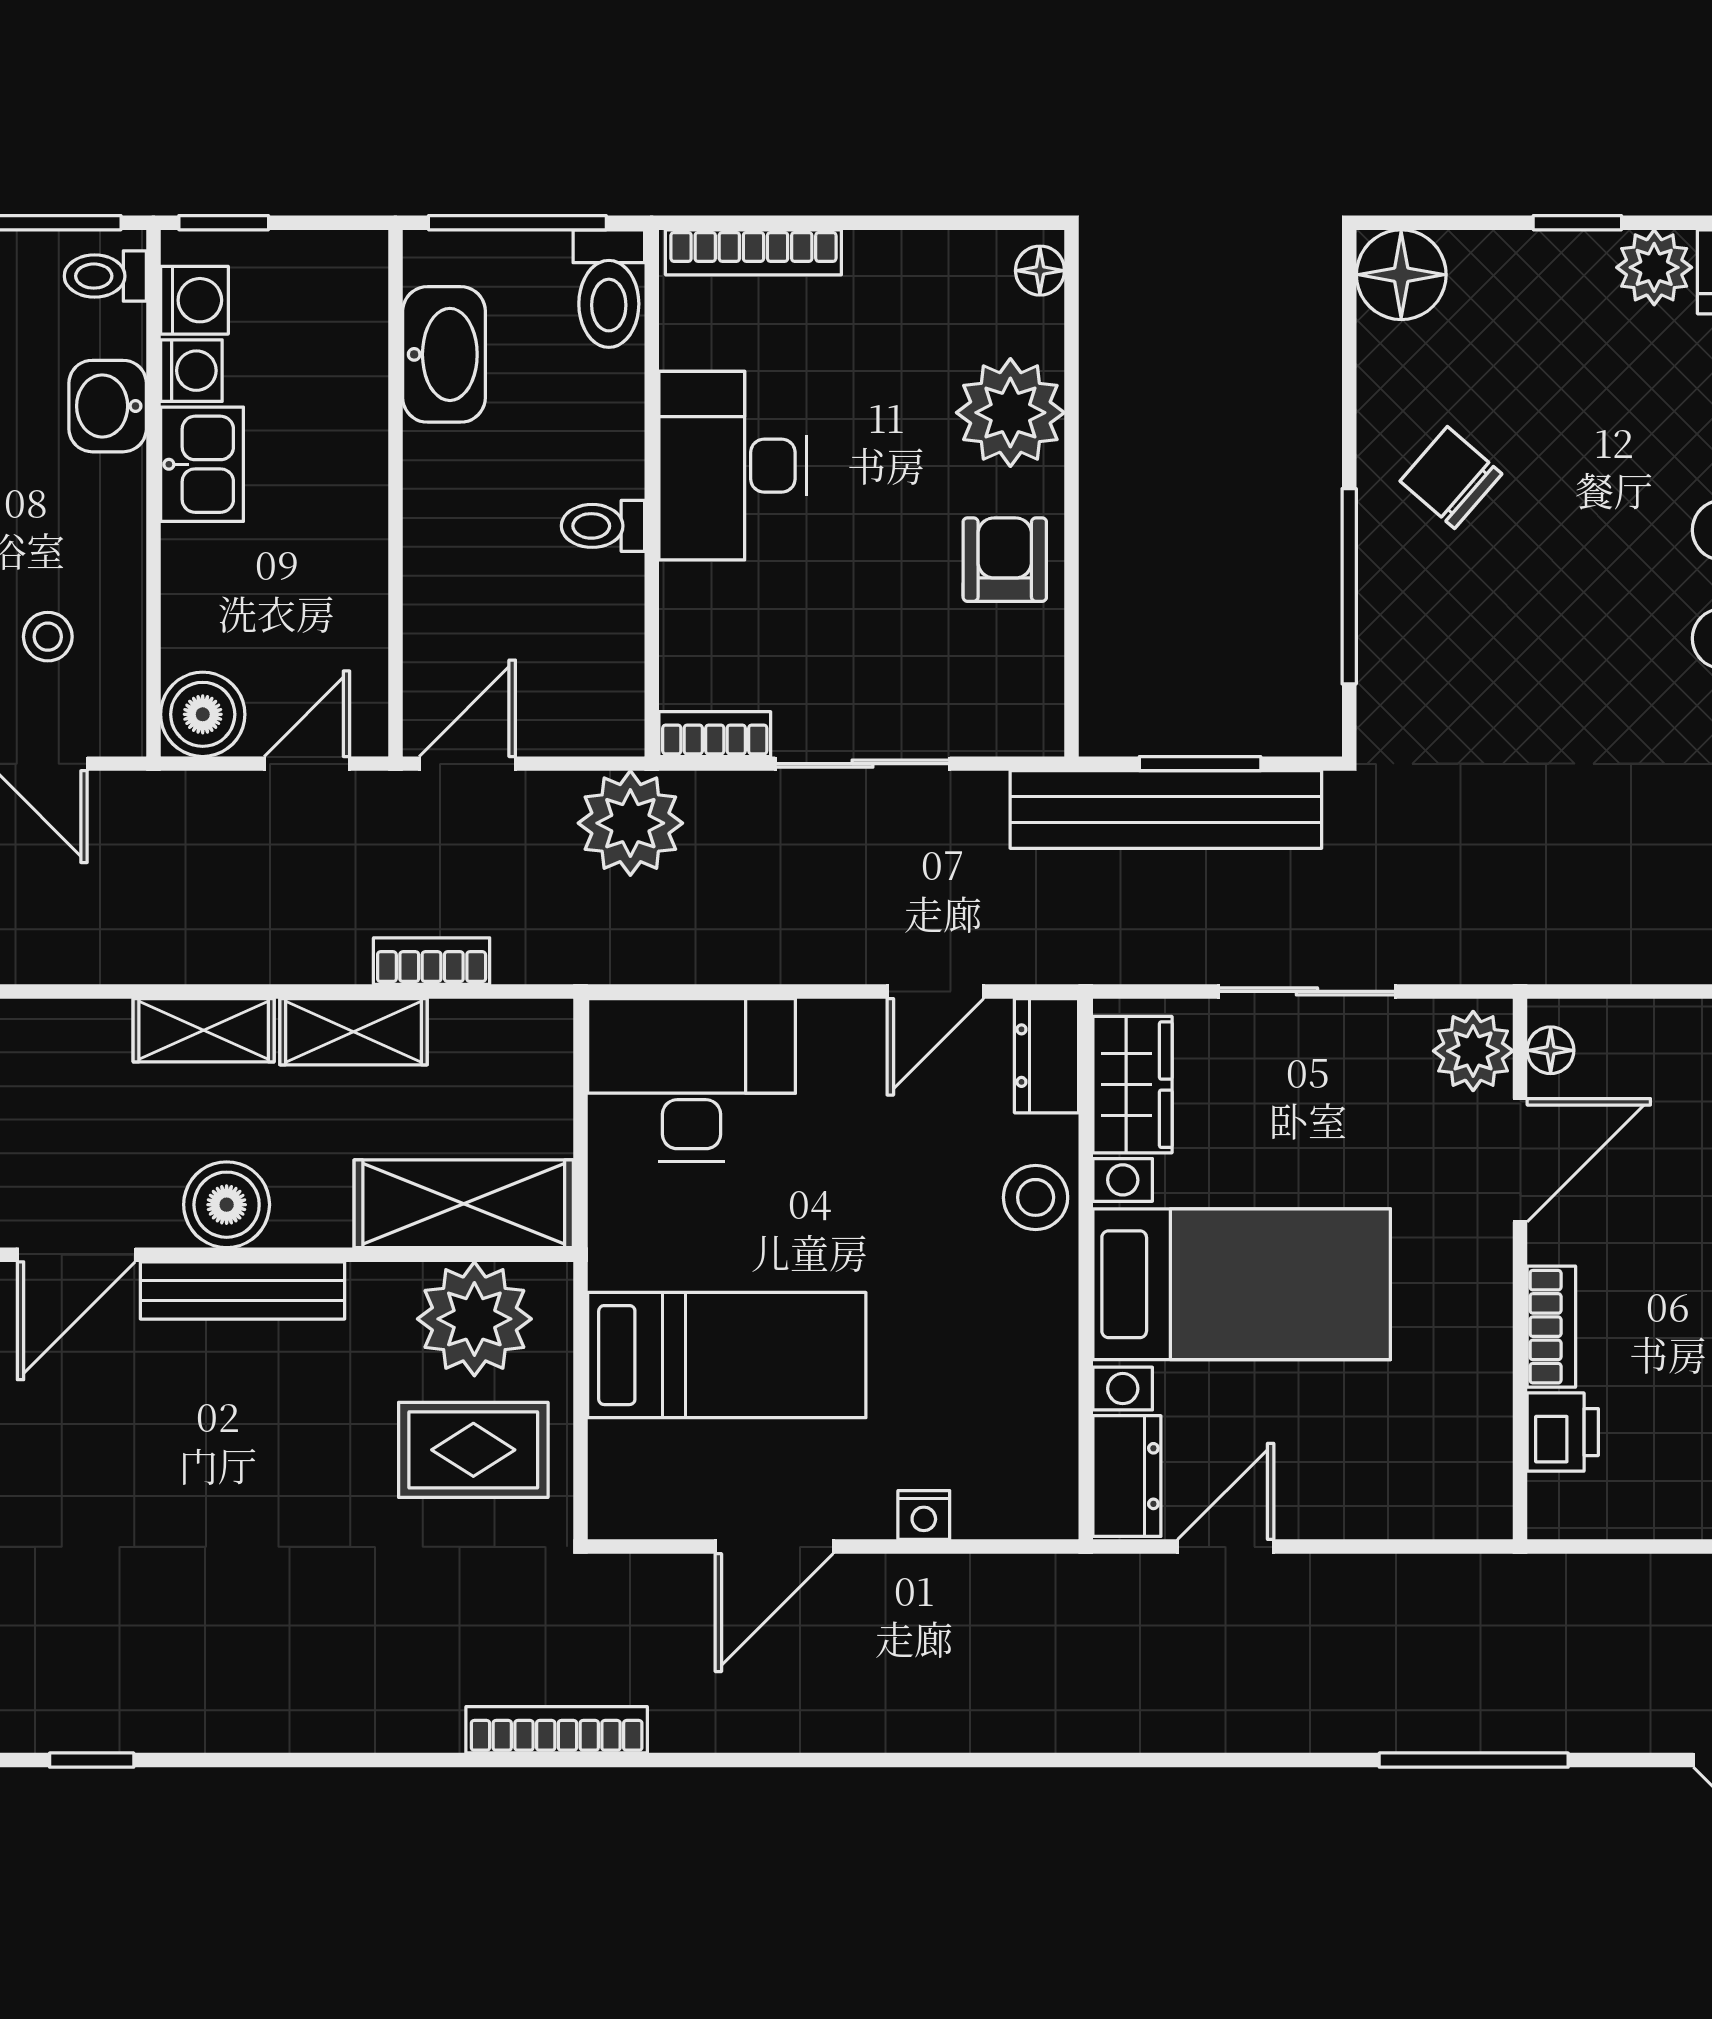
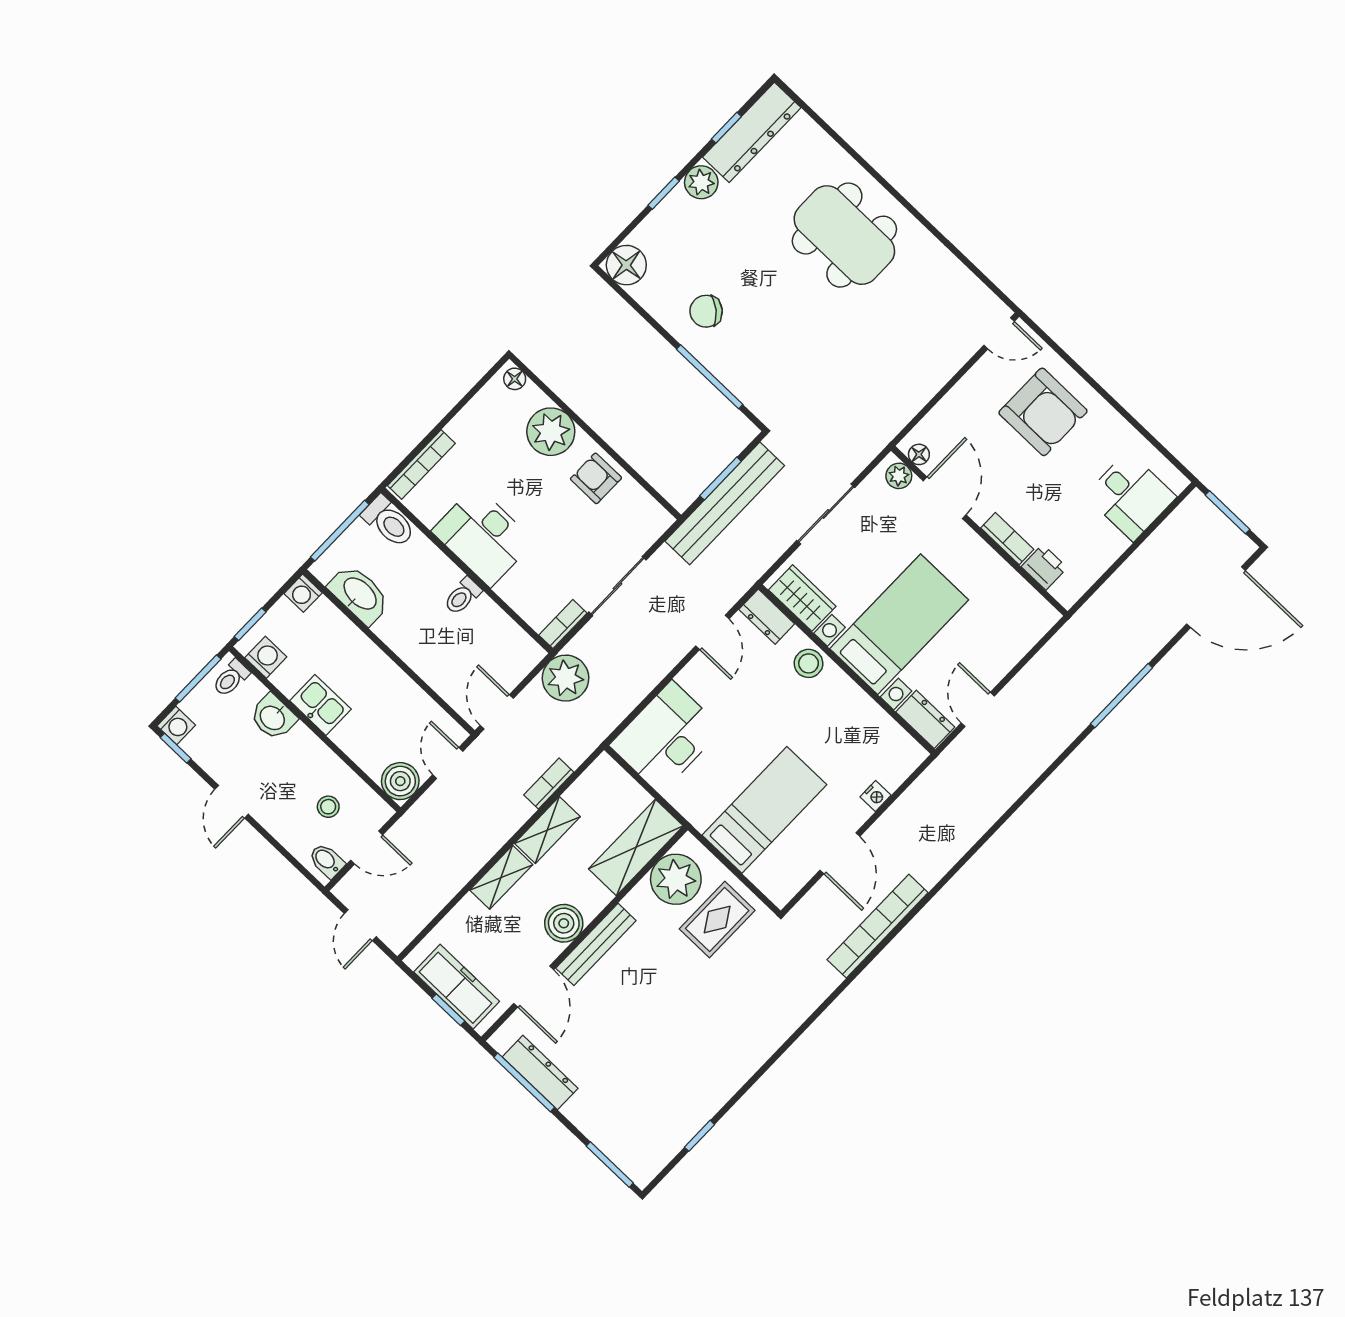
washing machine: (191, 371) -> (303, 593), moved, turned 180
plant: (1473, 1051) -> (899, 476), width x0.73, depth x0.73
bookcase: (557, 1730) -> (878, 926), moved, width x1.48, depth x1.31

